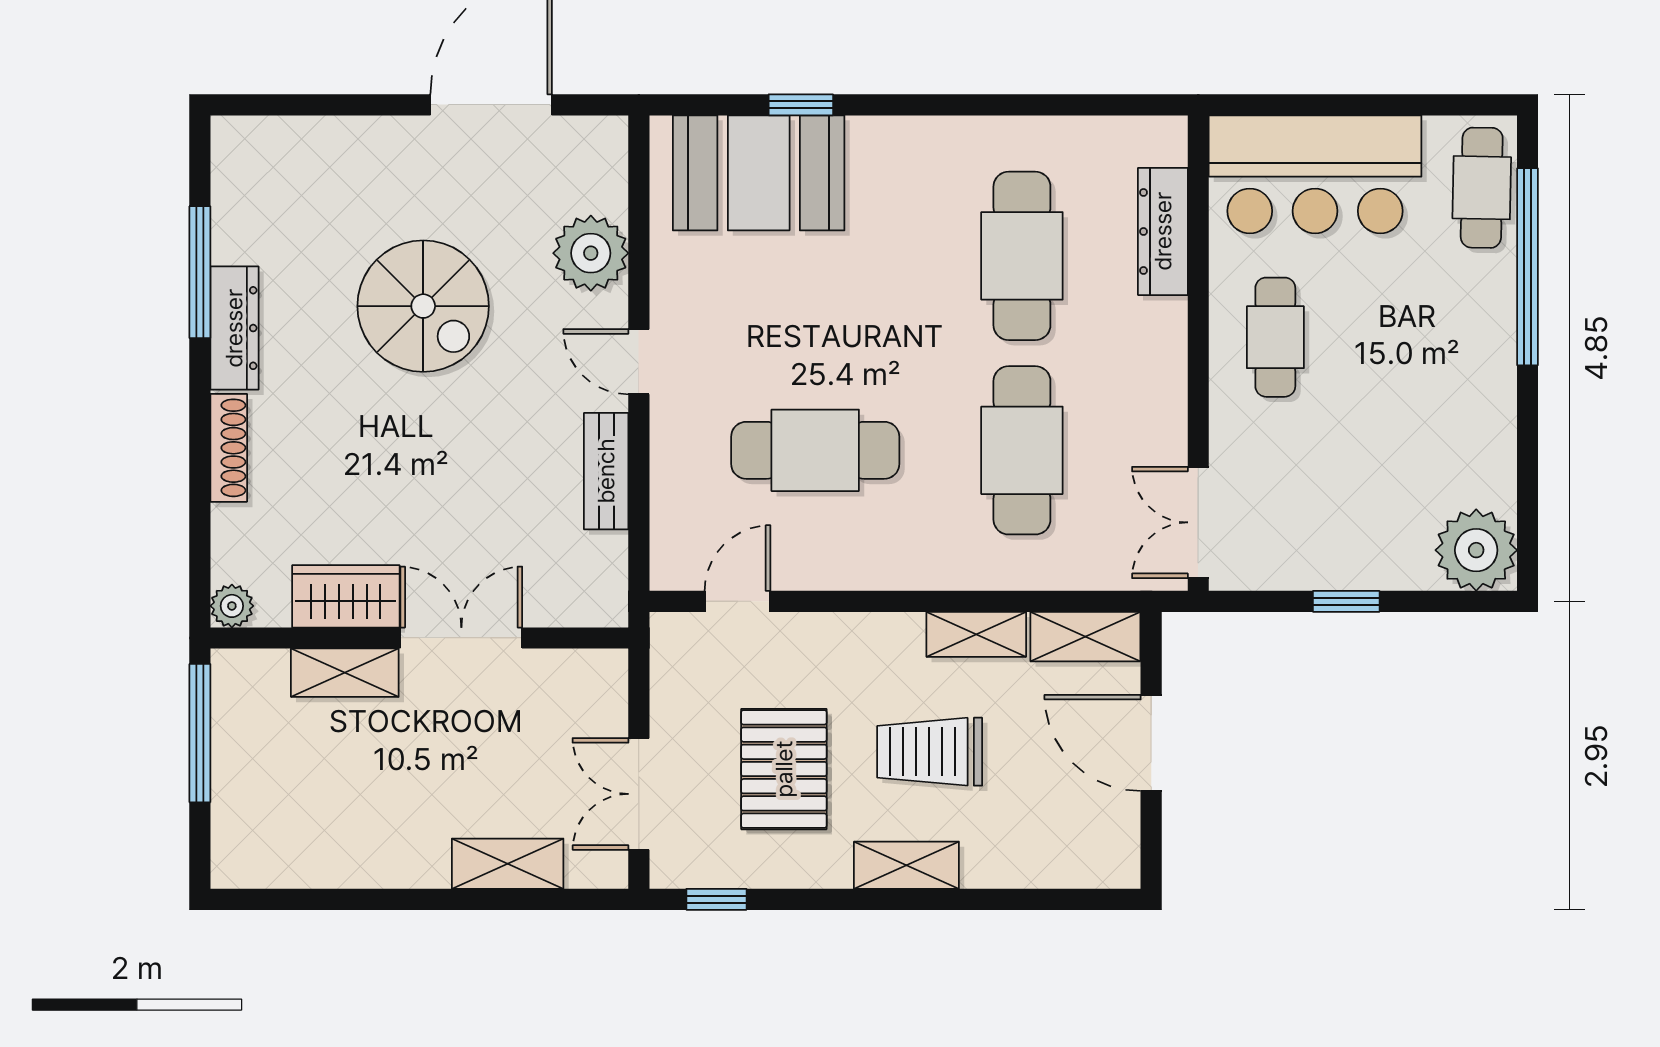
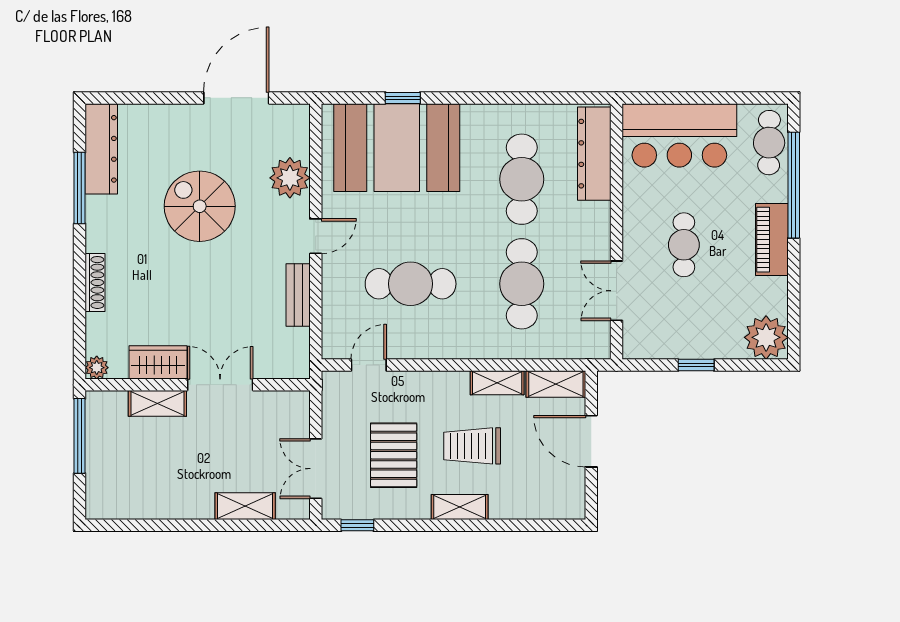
booth: (759, 173) -> (397, 148), width x1.36, depth x1.42
dresser: (1163, 231) -> (594, 154), width x1.37, depth x1.24
spiral stairs: (423, 306) -> (200, 206), turned 180
dresser: (234, 328) -> (101, 149), moved, width x1.37, depth x1.24
cafe table: (1275, 337) -> (684, 245), moved
door: (639, 362) -> (316, 236), swing flipped
piano: (1487, 368) -> (772, 240), added
double door: (1198, 522) -> (617, 291), moved

